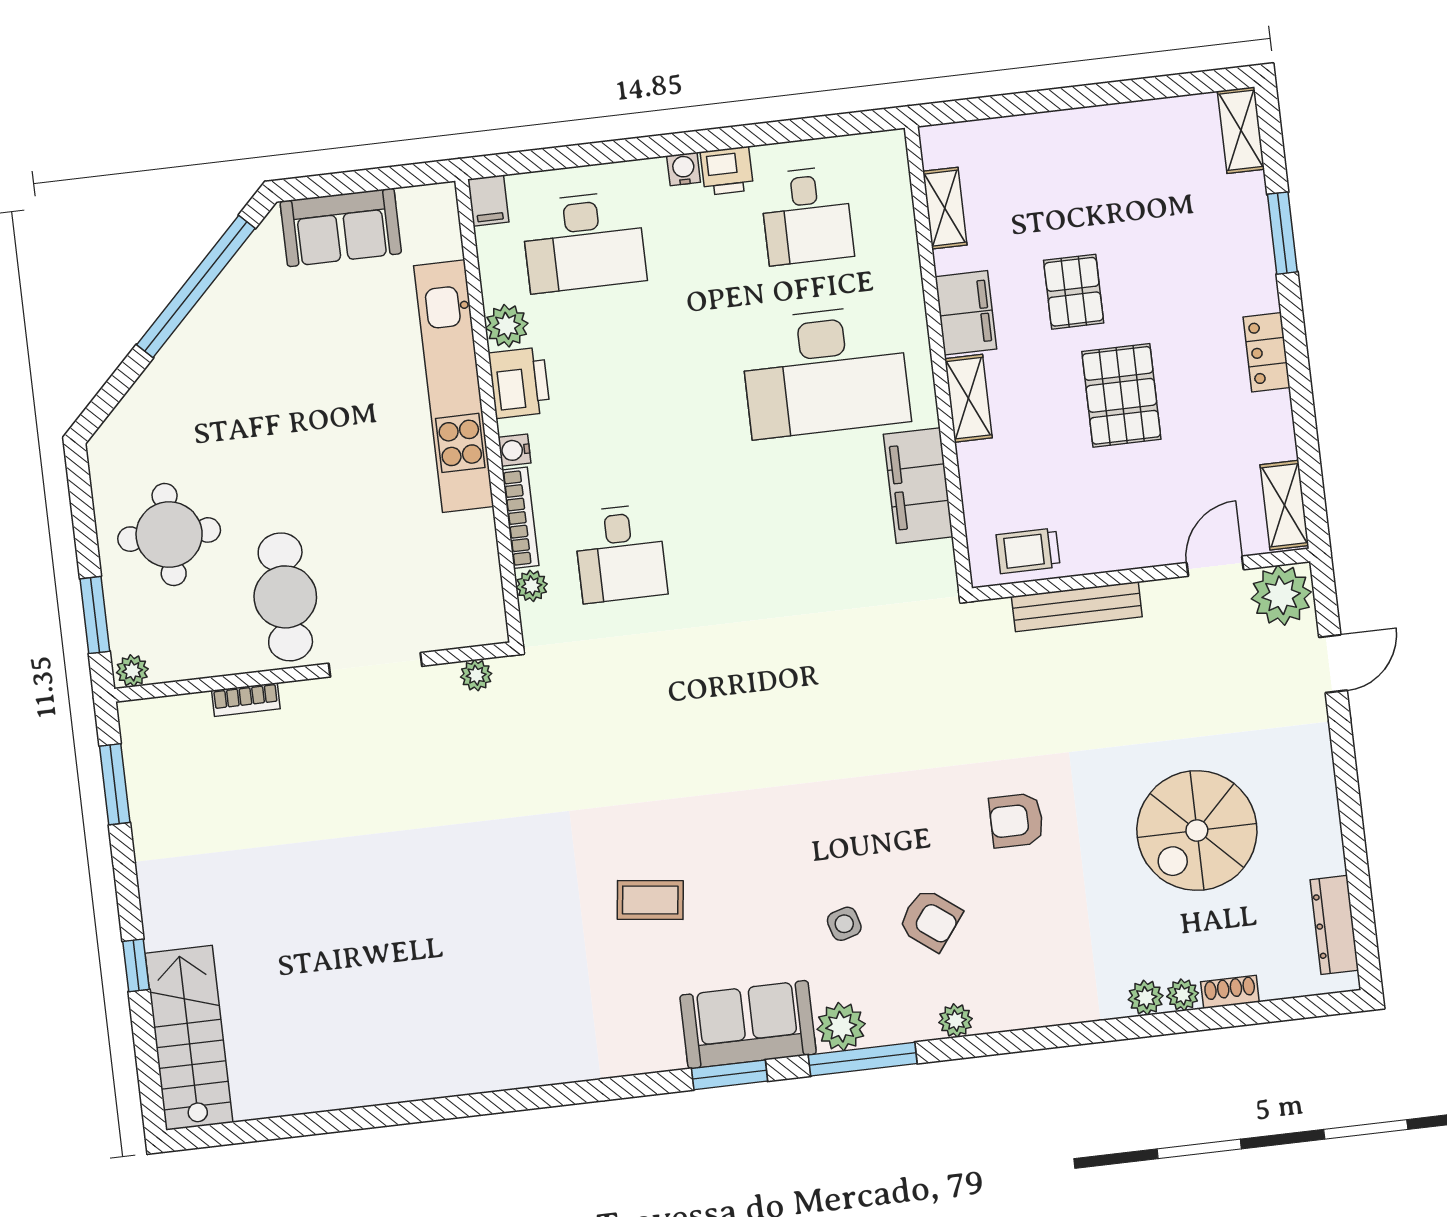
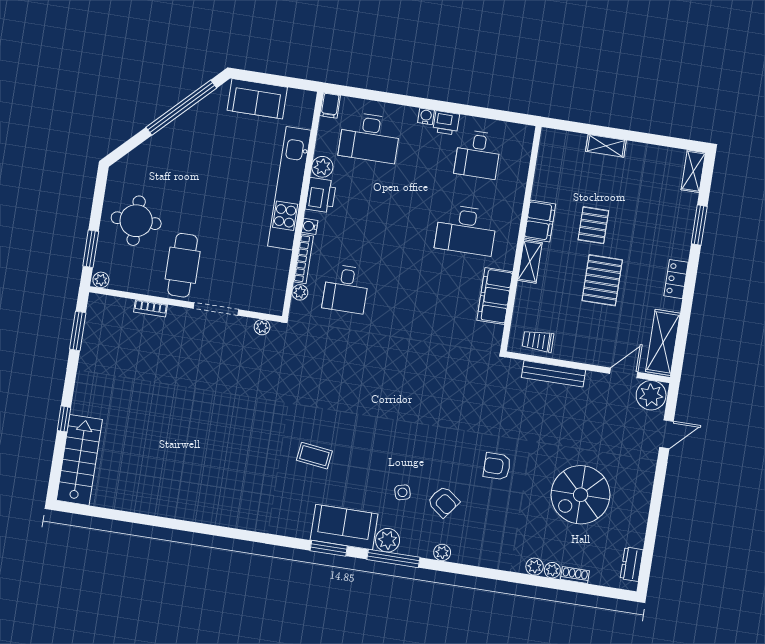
shelving: (945, 208) -> (606, 146), moved, turned 90
desk: (825, 371) -> (466, 230), width x0.73, depth x0.77
shelving: (1284, 505) -> (663, 342), width x1.50, depth x1.33
dresser: (1334, 925) -> (632, 564), width x0.70

